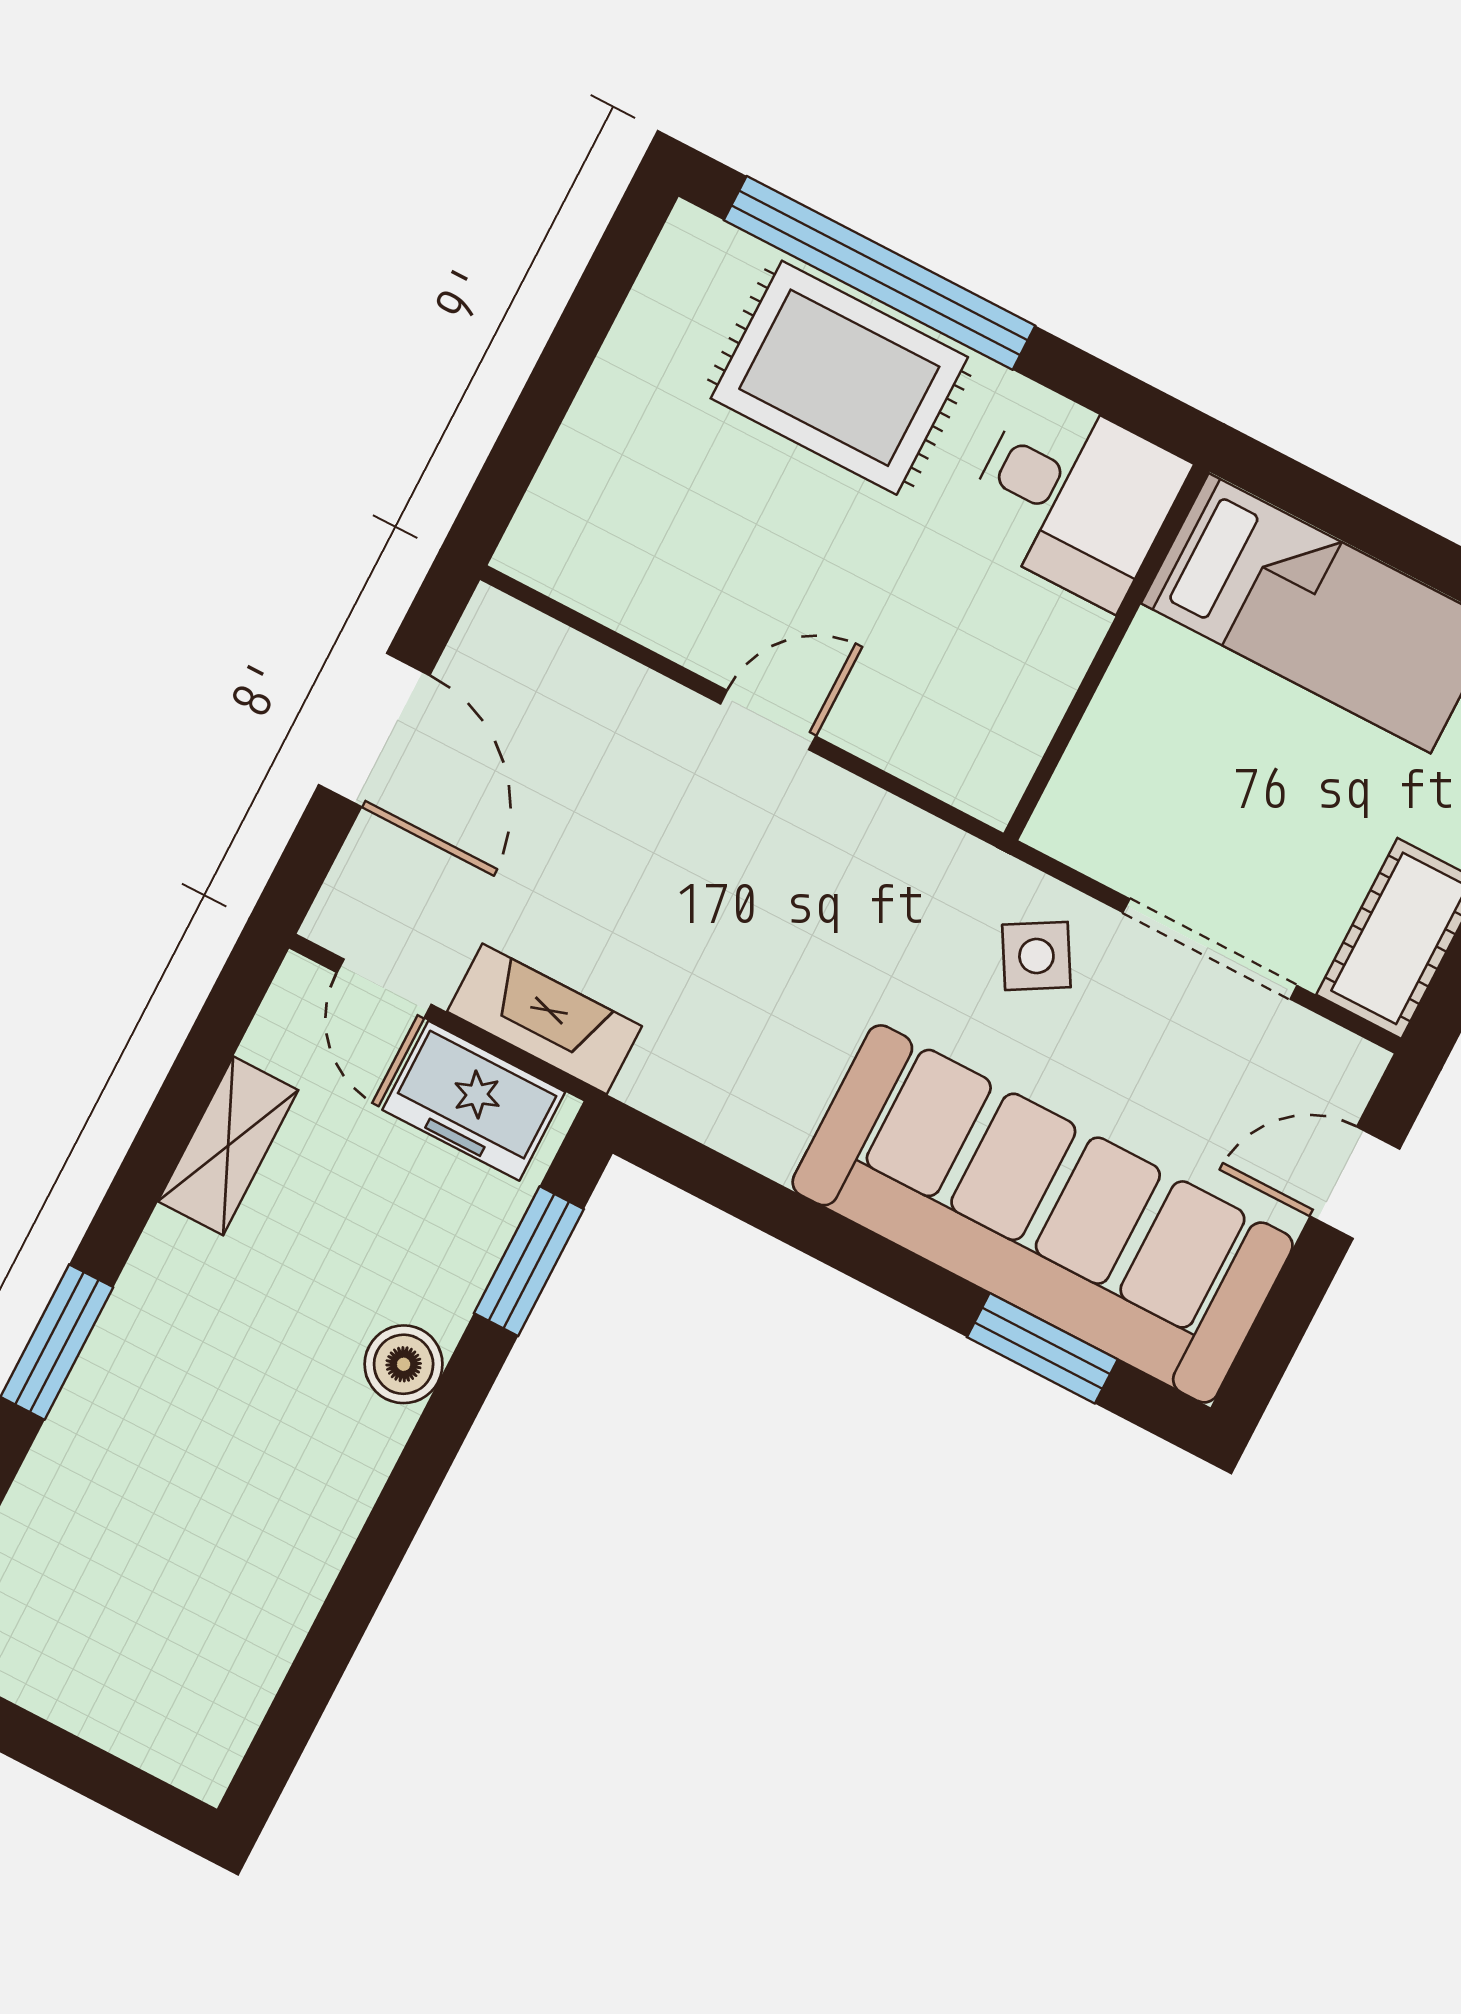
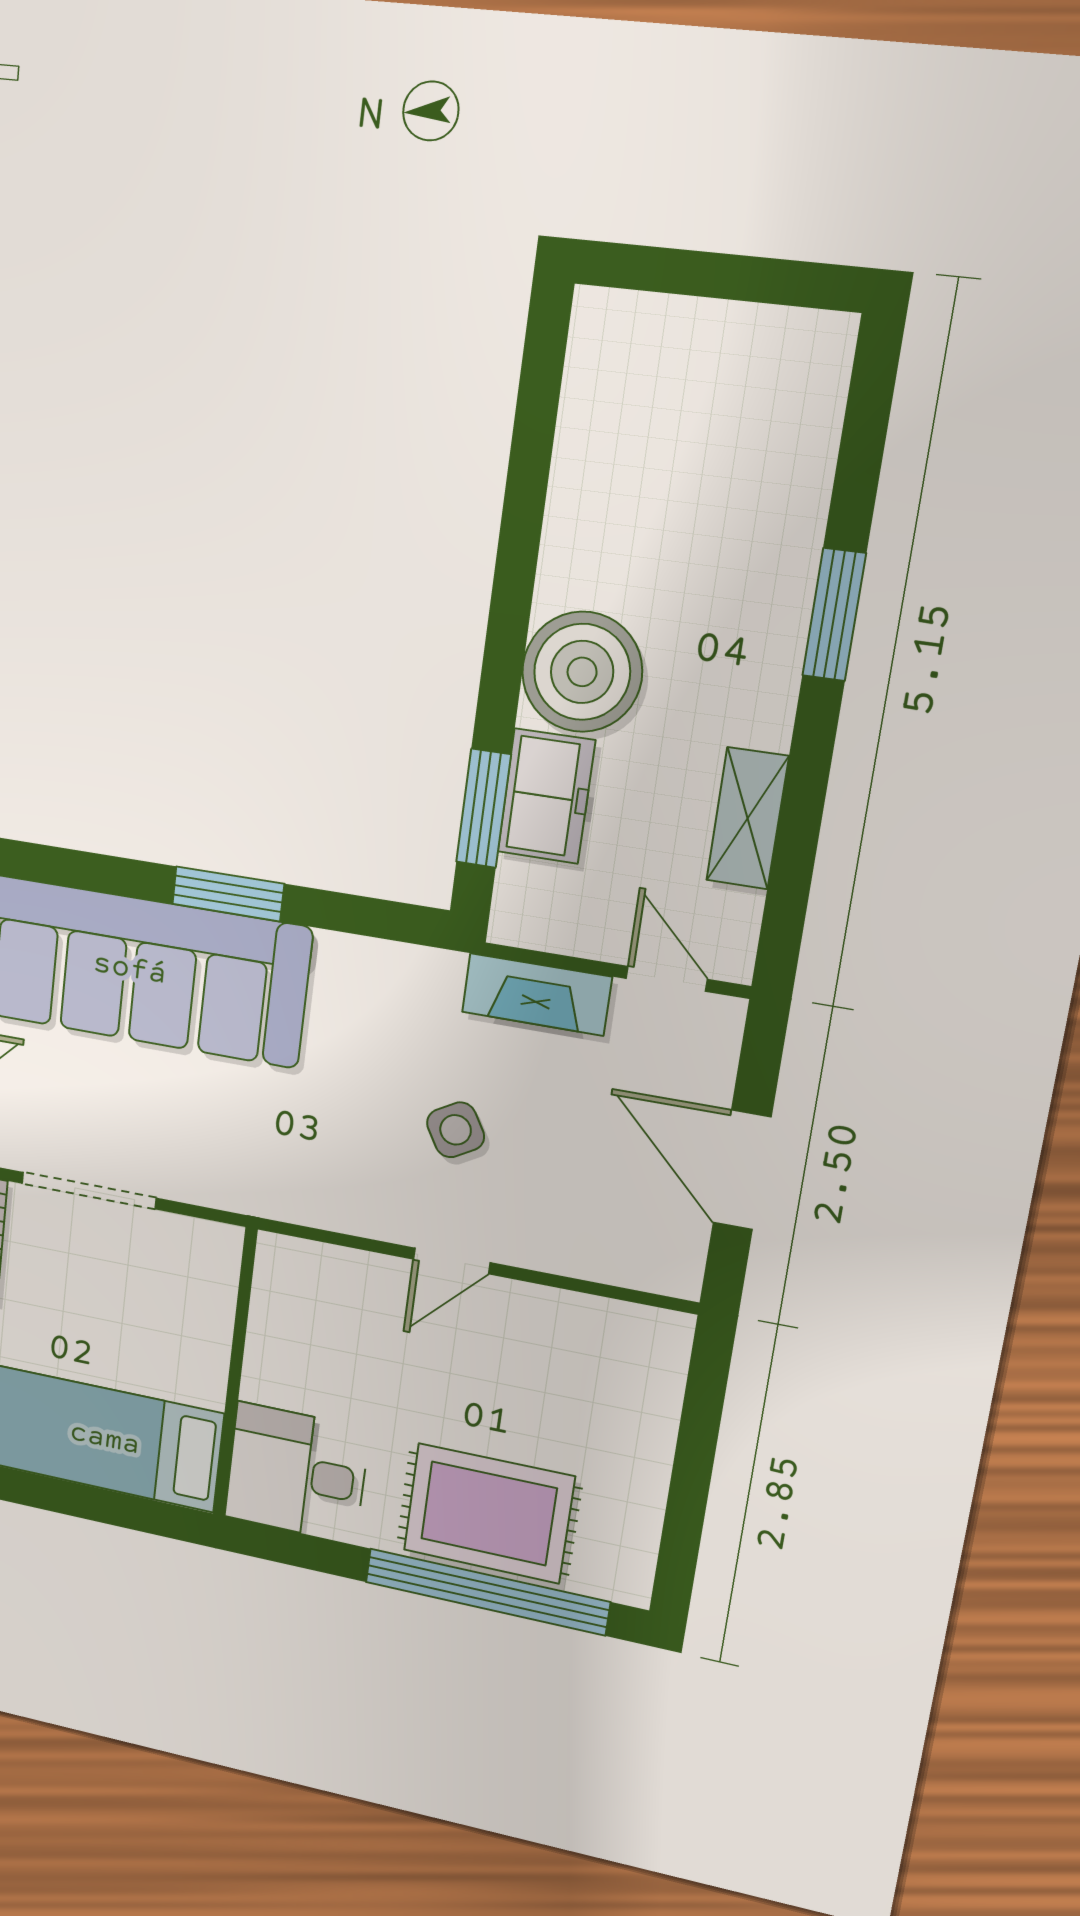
side table: (1036, 956) -> (456, 1130), moved
freezer: (474, 1101) -> (546, 796), moved, turned 90
window: (1042, 1348) -> (228, 894), moved
boiler: (404, 1364) -> (582, 672), width x1.86, depth x1.86

